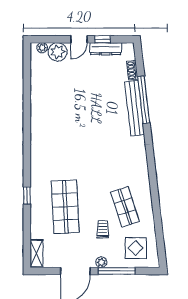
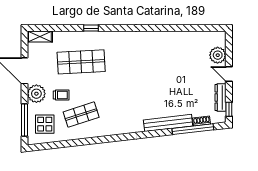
window: (103, 39) -> (229, 109), moved
plant: (42, 48) -> (221, 41), removed
window: (144, 100) -> (193, 129), moved
plant: (101, 262) -> (36, 94), width x1.88, depth x1.88
window: (117, 271) -> (24, 120), moved

